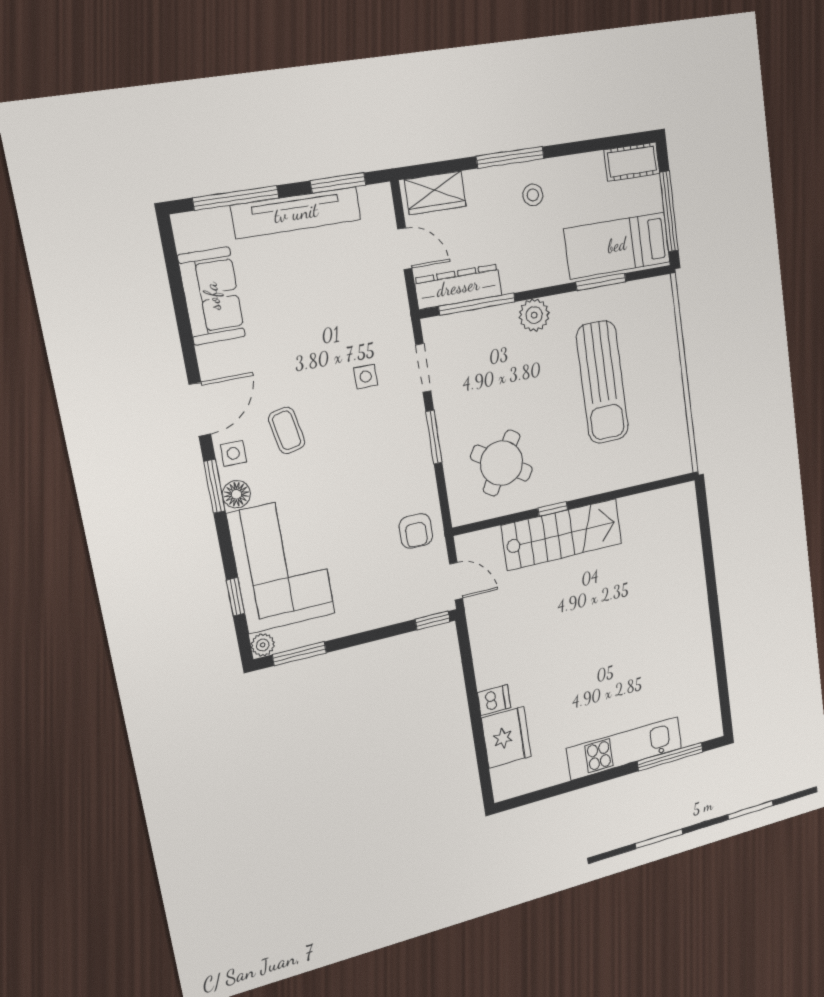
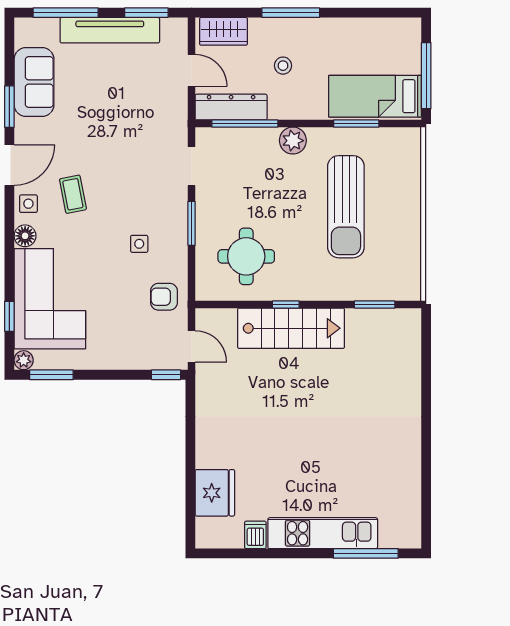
cot: (632, 162) -> (397, 30), removed
stool: (533, 195) -> (283, 66), moved
side table: (366, 377) -> (139, 244), moved
round table: (502, 463) -> (246, 256), turned -32
window: (214, 486) -> (9, 107), moved
window: (646, 487) -> (375, 304), added
armchair: (416, 531) -> (164, 297), turned 90
dishwasher: (494, 700) -> (255, 535), moved, turned -90

